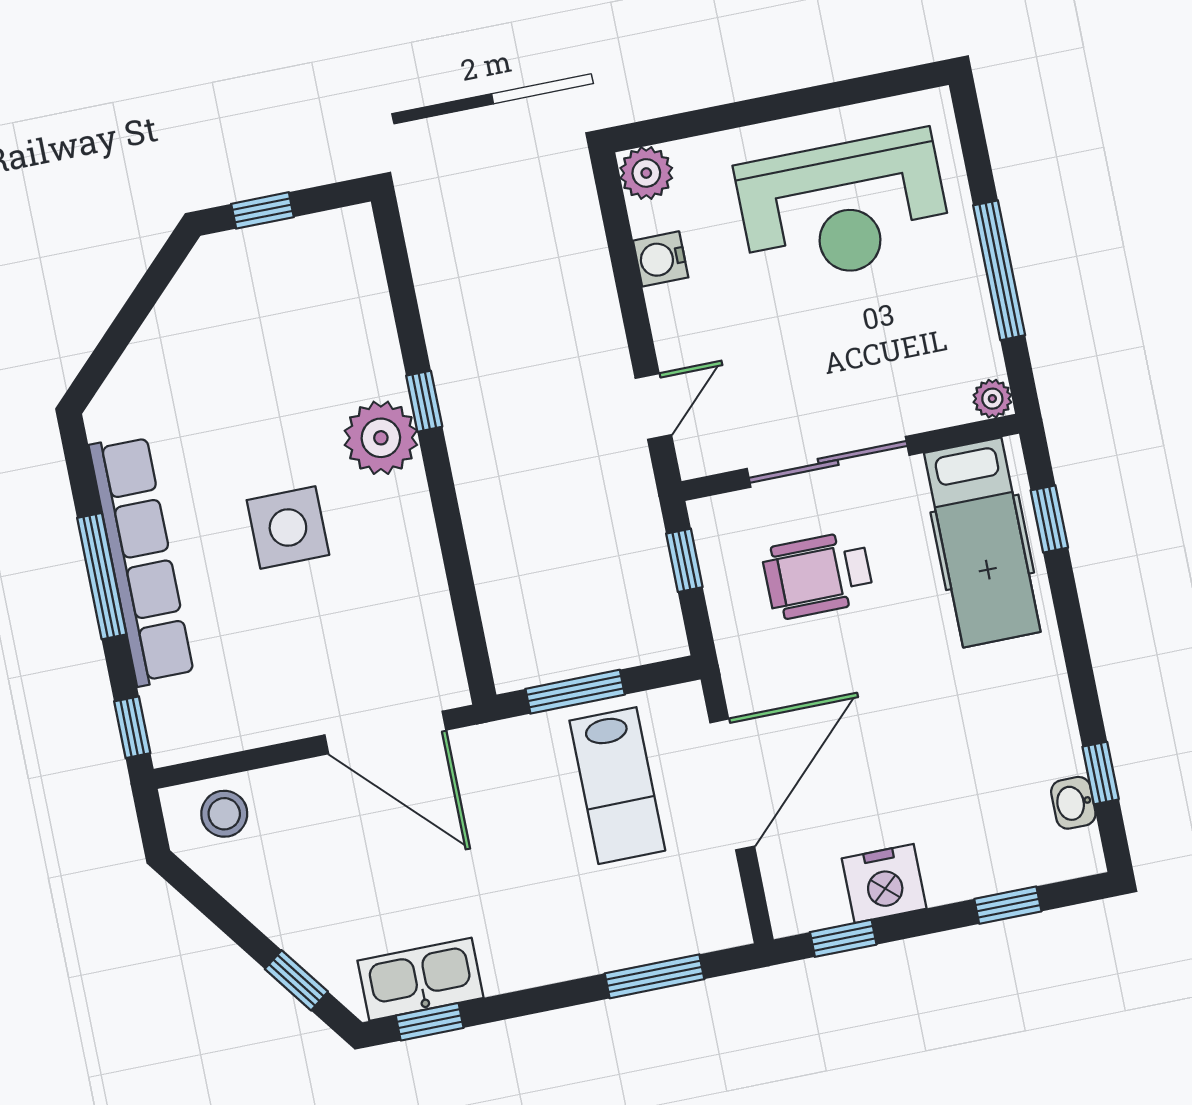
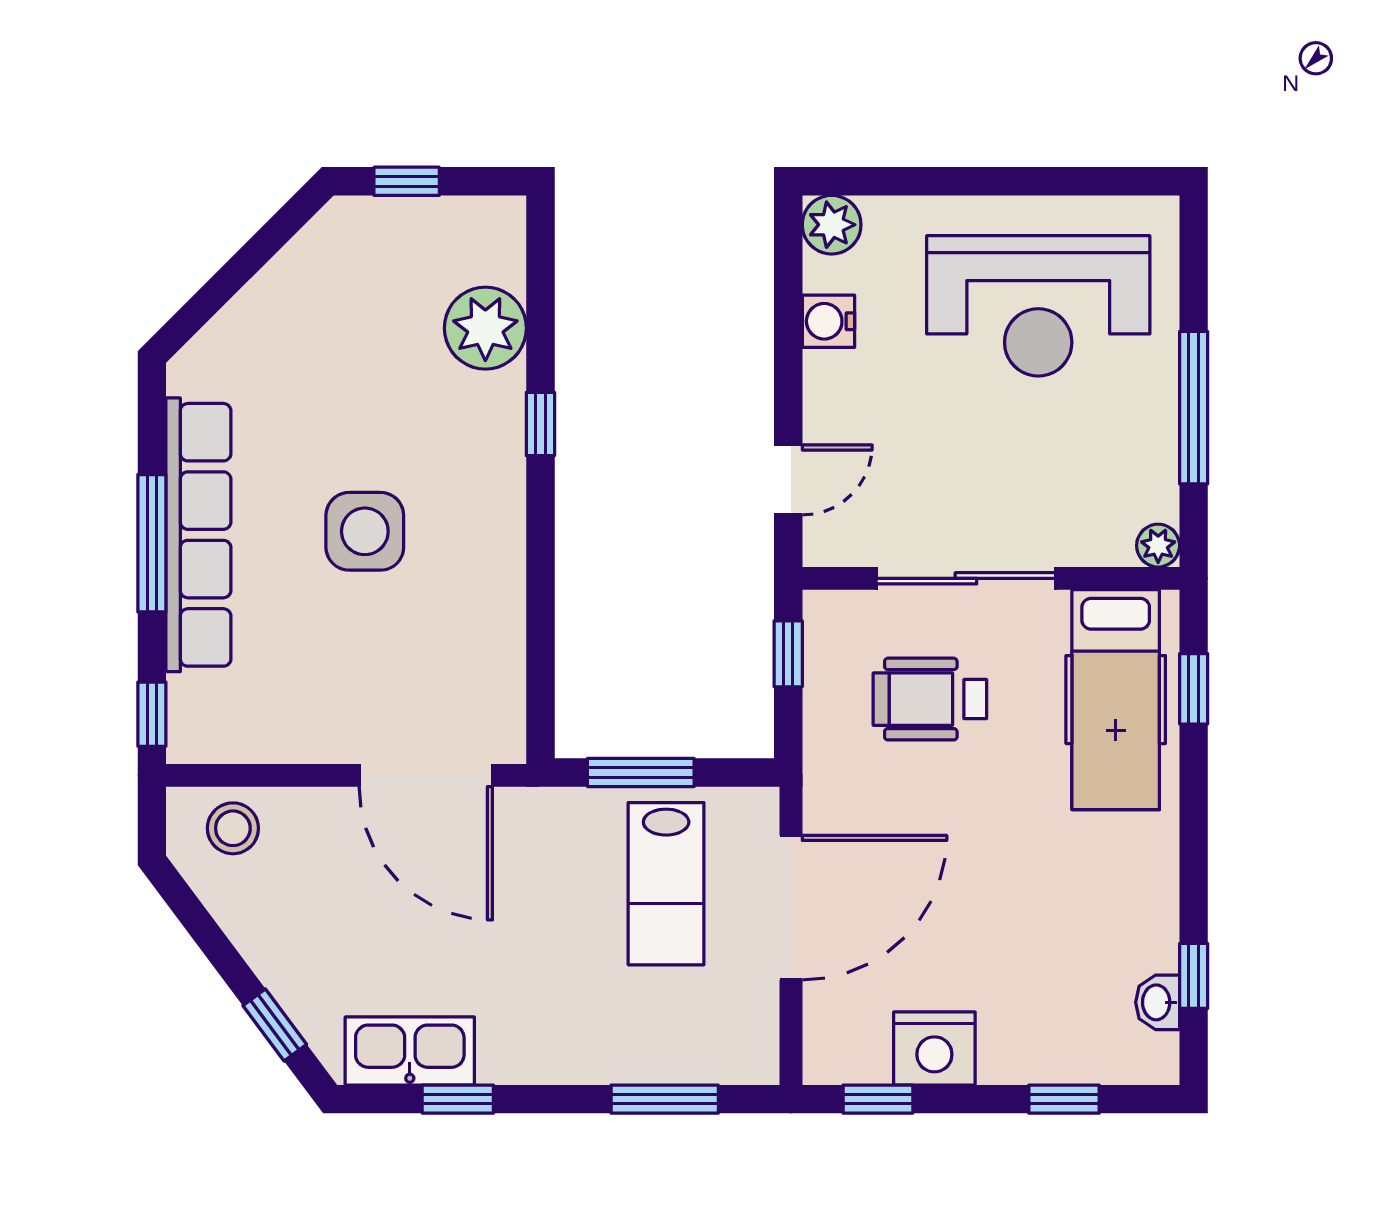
plant: (381, 438) -> (485, 328), moved
window: (430, 1022) -> (458, 1099), moved

